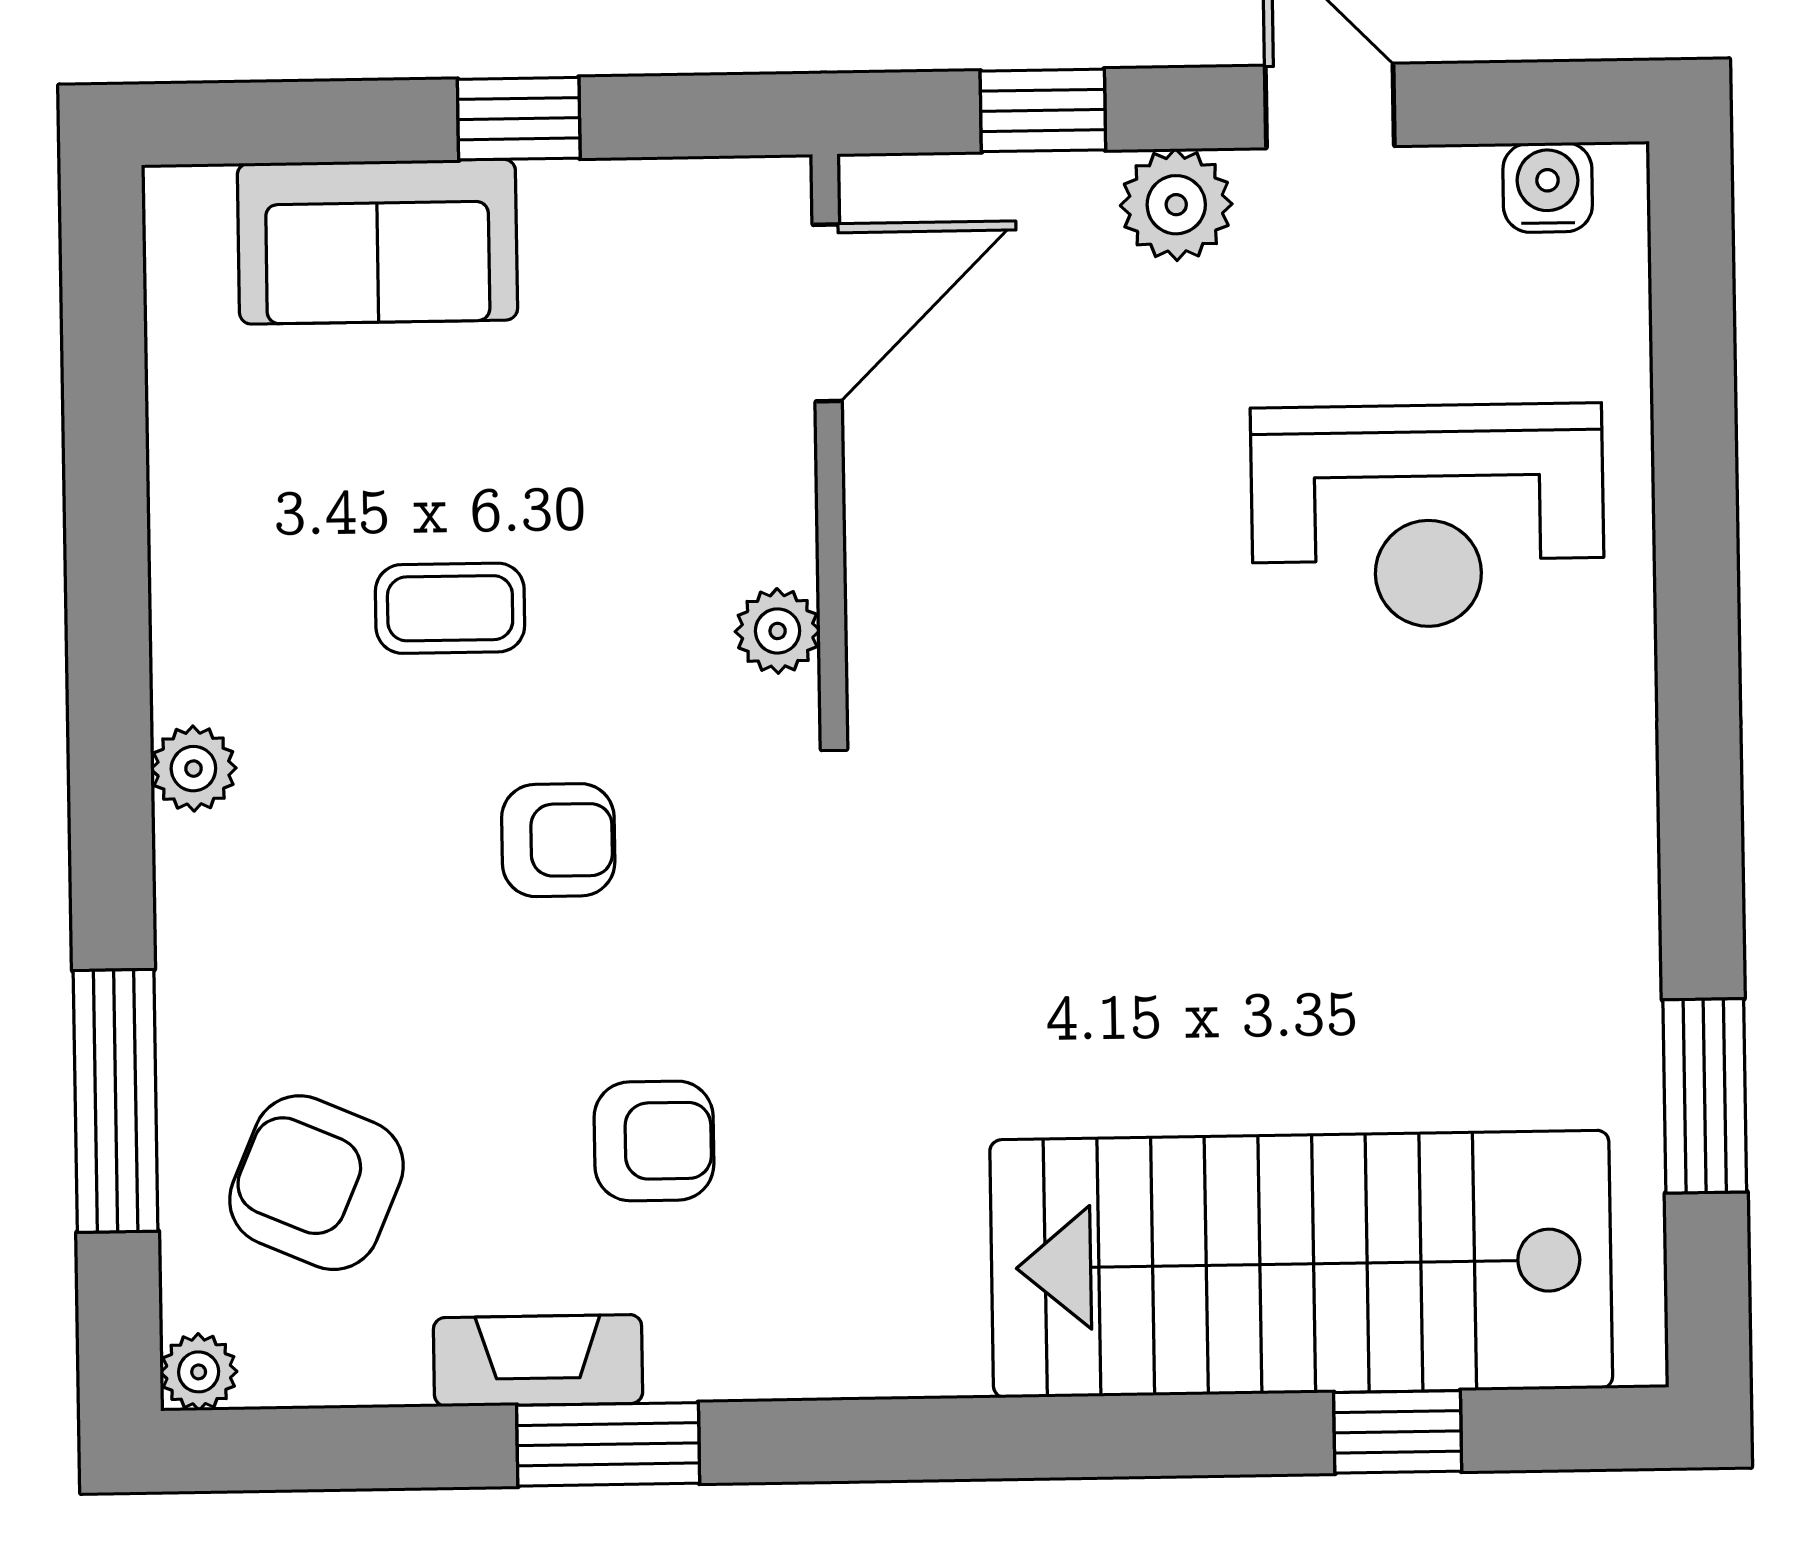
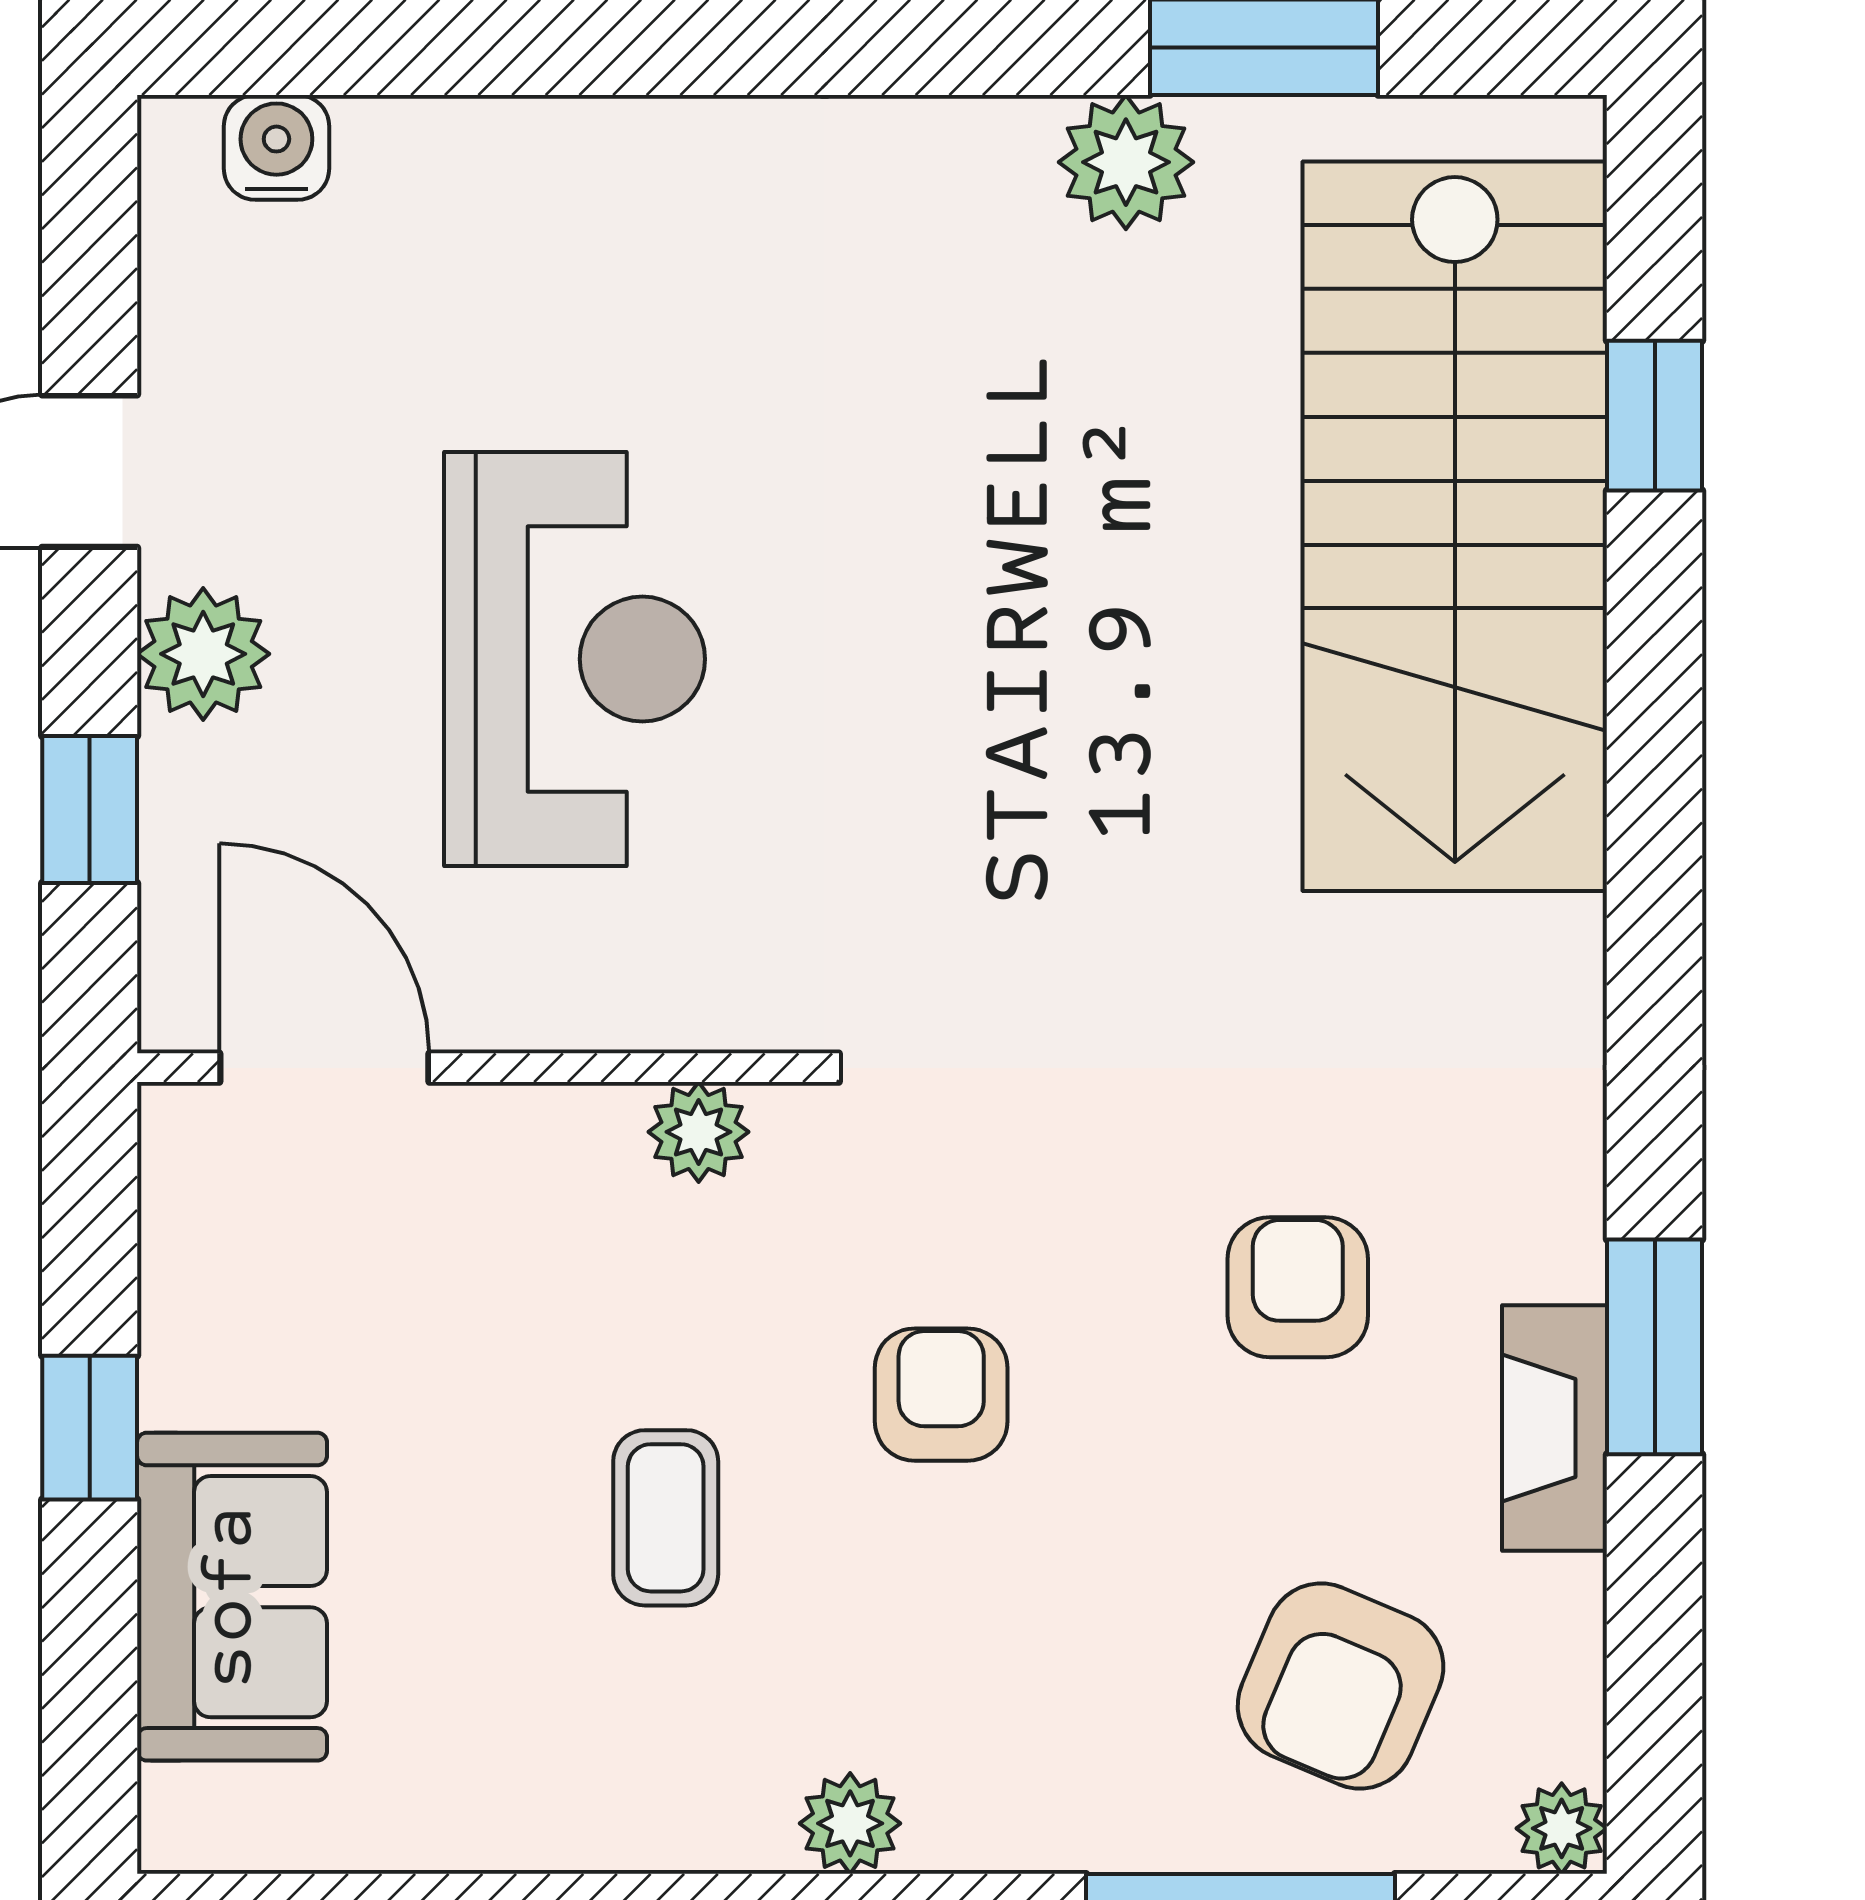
water cooler: (1548, 187) -> (276, 147), moved, turned 90
reception desk: (1428, 516) -> (575, 659), moved
plant: (1605, 980) -> (1126, 162), added

